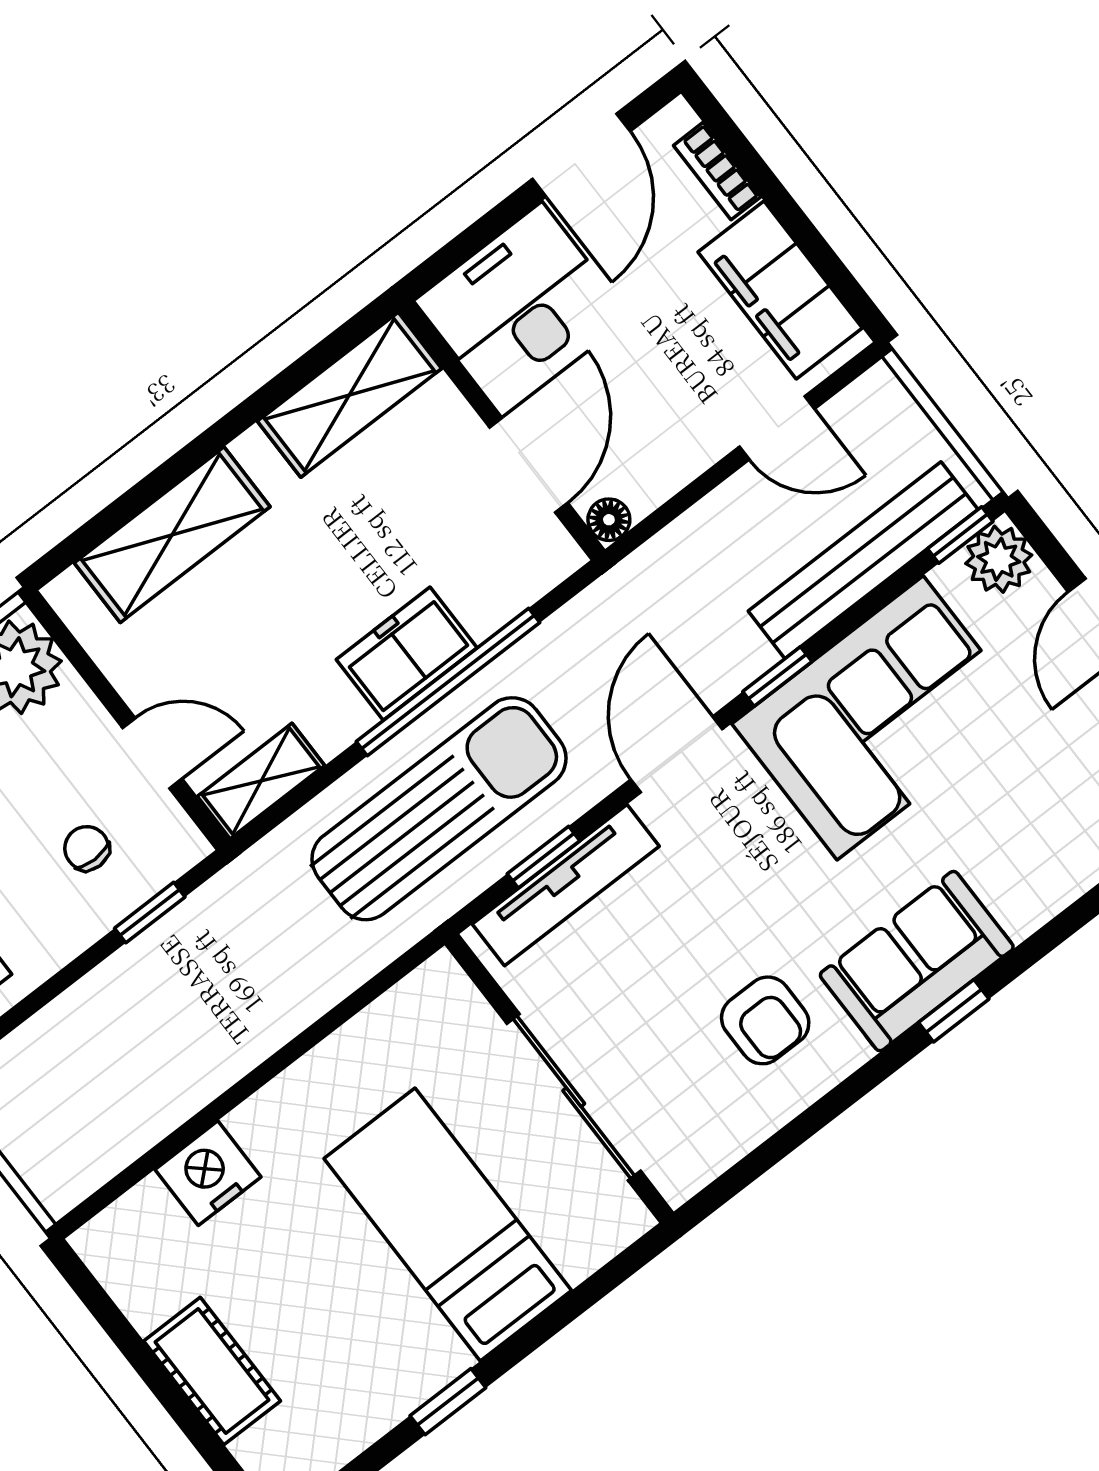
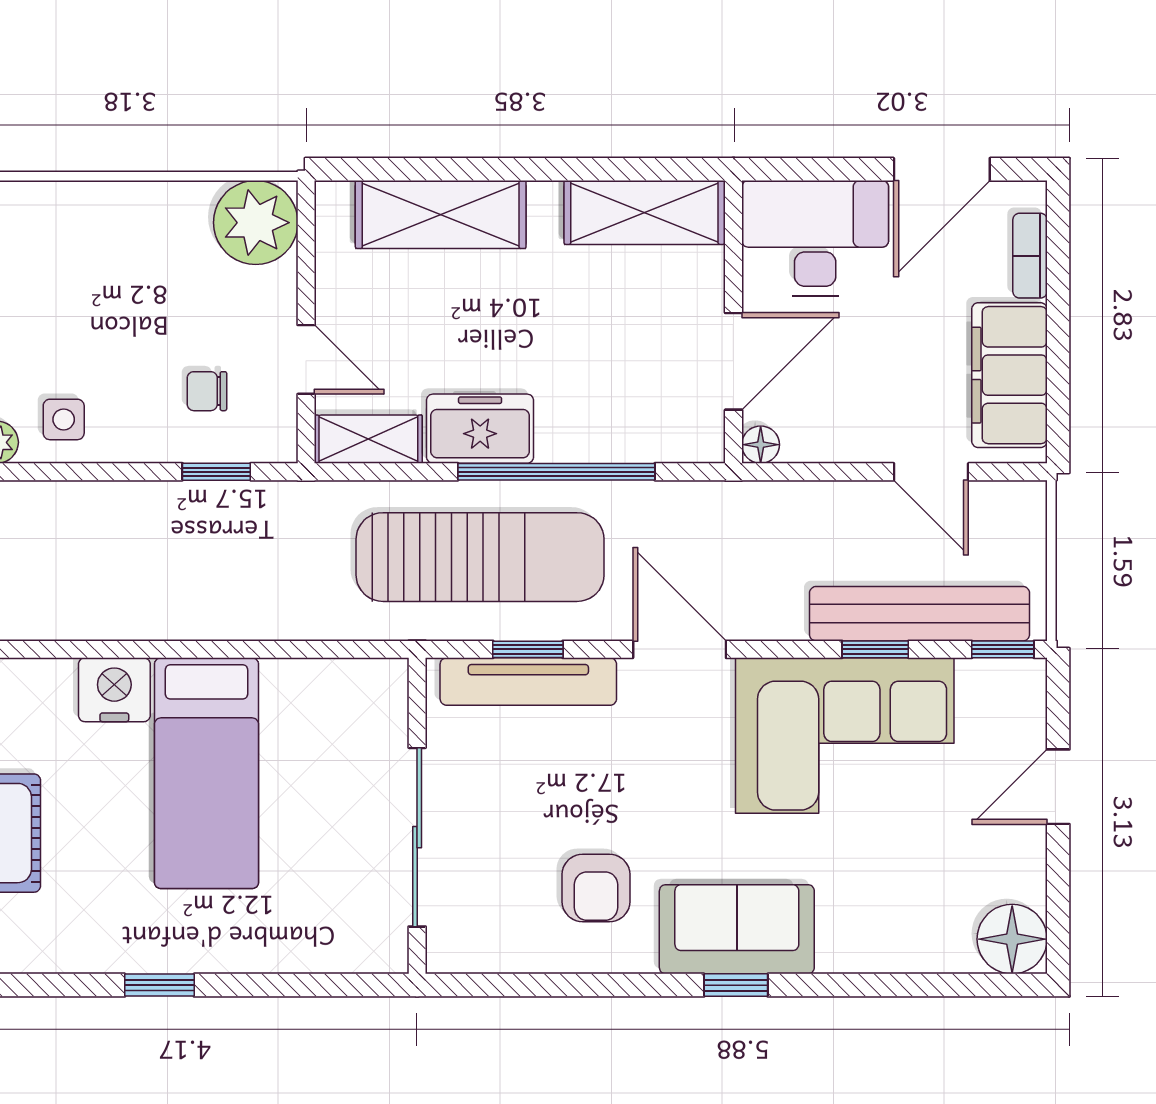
plant: (999, 559) -> (1017, 688), removed
freezer: (407, 654) -> (480, 429), moved
window: (777, 677) -> (875, 649), moved
door: (677, 754) -> (680, 649), hinge flipped
chair: (87, 848) -> (207, 391), turned -90
bed: (448, 1224) -> (207, 773), moved, turned 180

